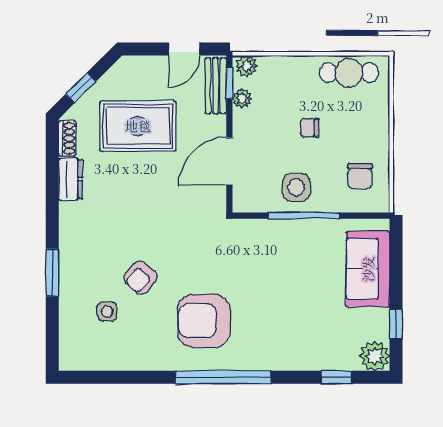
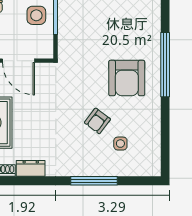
window: (52, 272) -> (94, 181), width x1.44
armchair: (140, 278) -> (97, 121), turned 87

